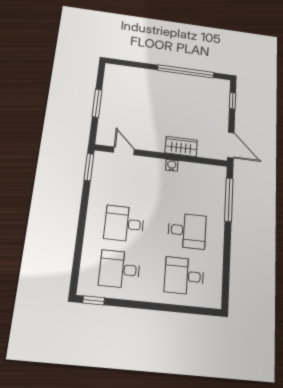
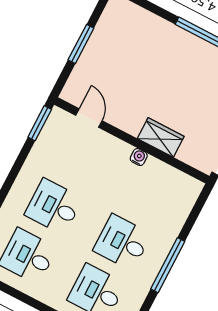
window: (229, 200) -> (168, 265), moved
desk: (187, 231) -> (122, 242), turned 180

